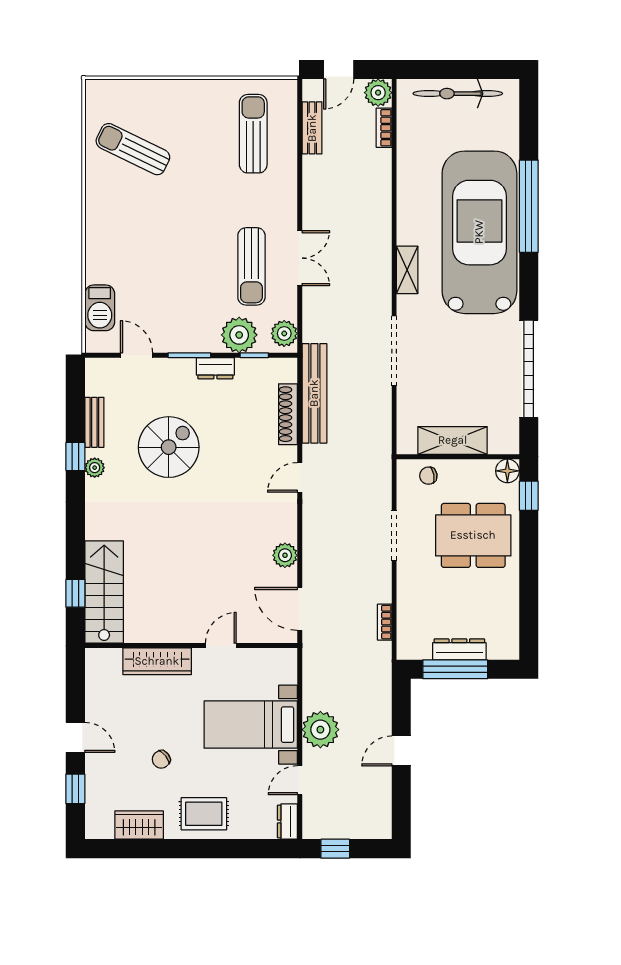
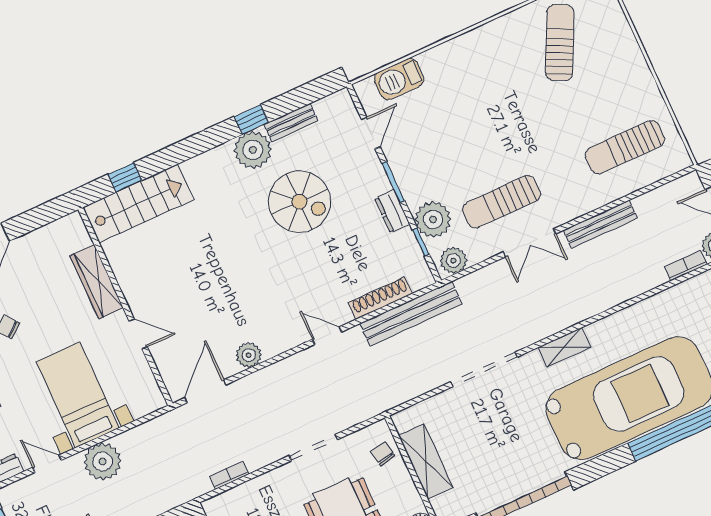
bench: (312, 128) -> (600, 224), moved, width x1.36
sun lounger: (253, 134) -> (625, 147), turned 180
plant: (95, 468) -> (253, 150), width x1.88, depth x1.88

